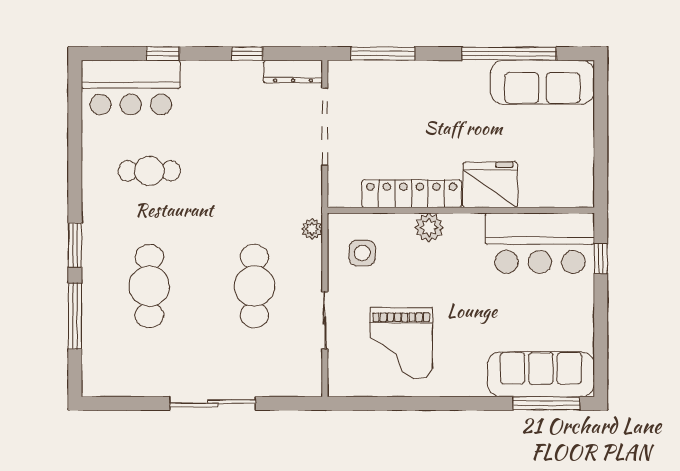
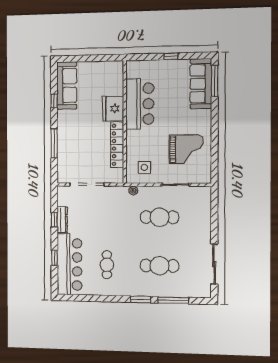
window: (383, 54) -> (54, 143), moved
window: (509, 54) -> (54, 101), width x0.32
dresser: (293, 72) -> (62, 220), moved
bar counter: (131, 88) -> (69, 264), width x1.36
plant: (429, 227) -> (133, 137), removed
bar counter: (540, 243) -> (140, 104), moved
window: (601, 259) -> (171, 56), moved
sliding door: (213, 403) -> (214, 264), moved

